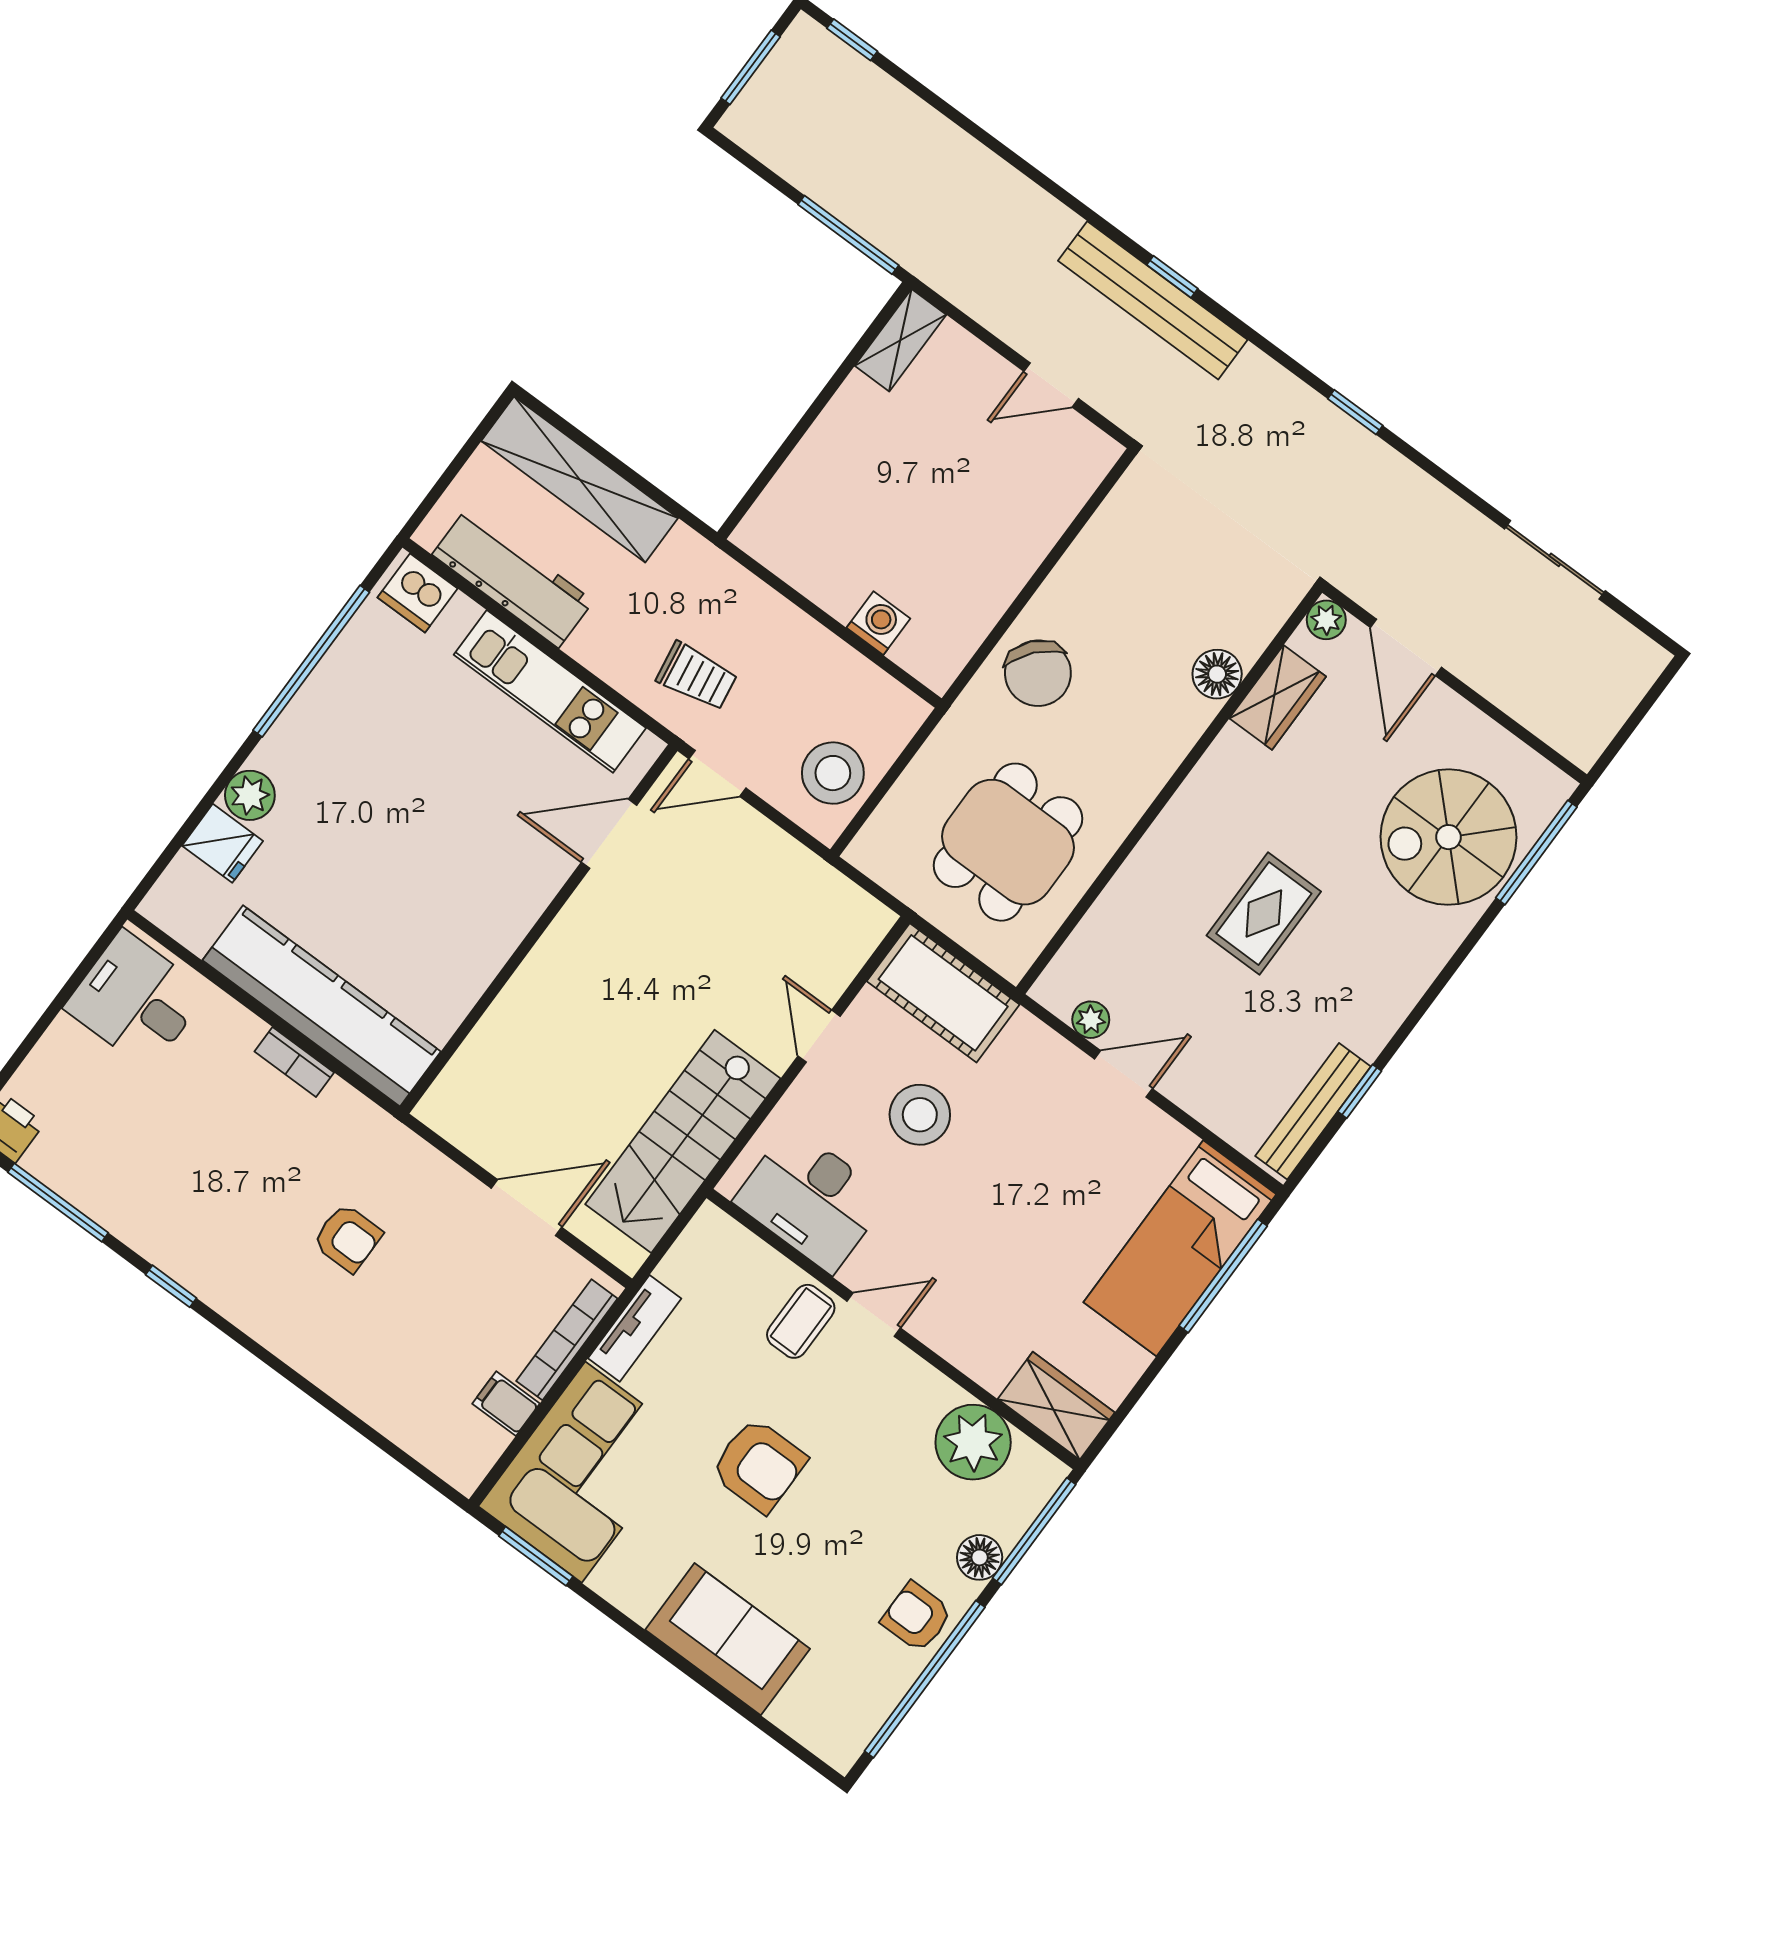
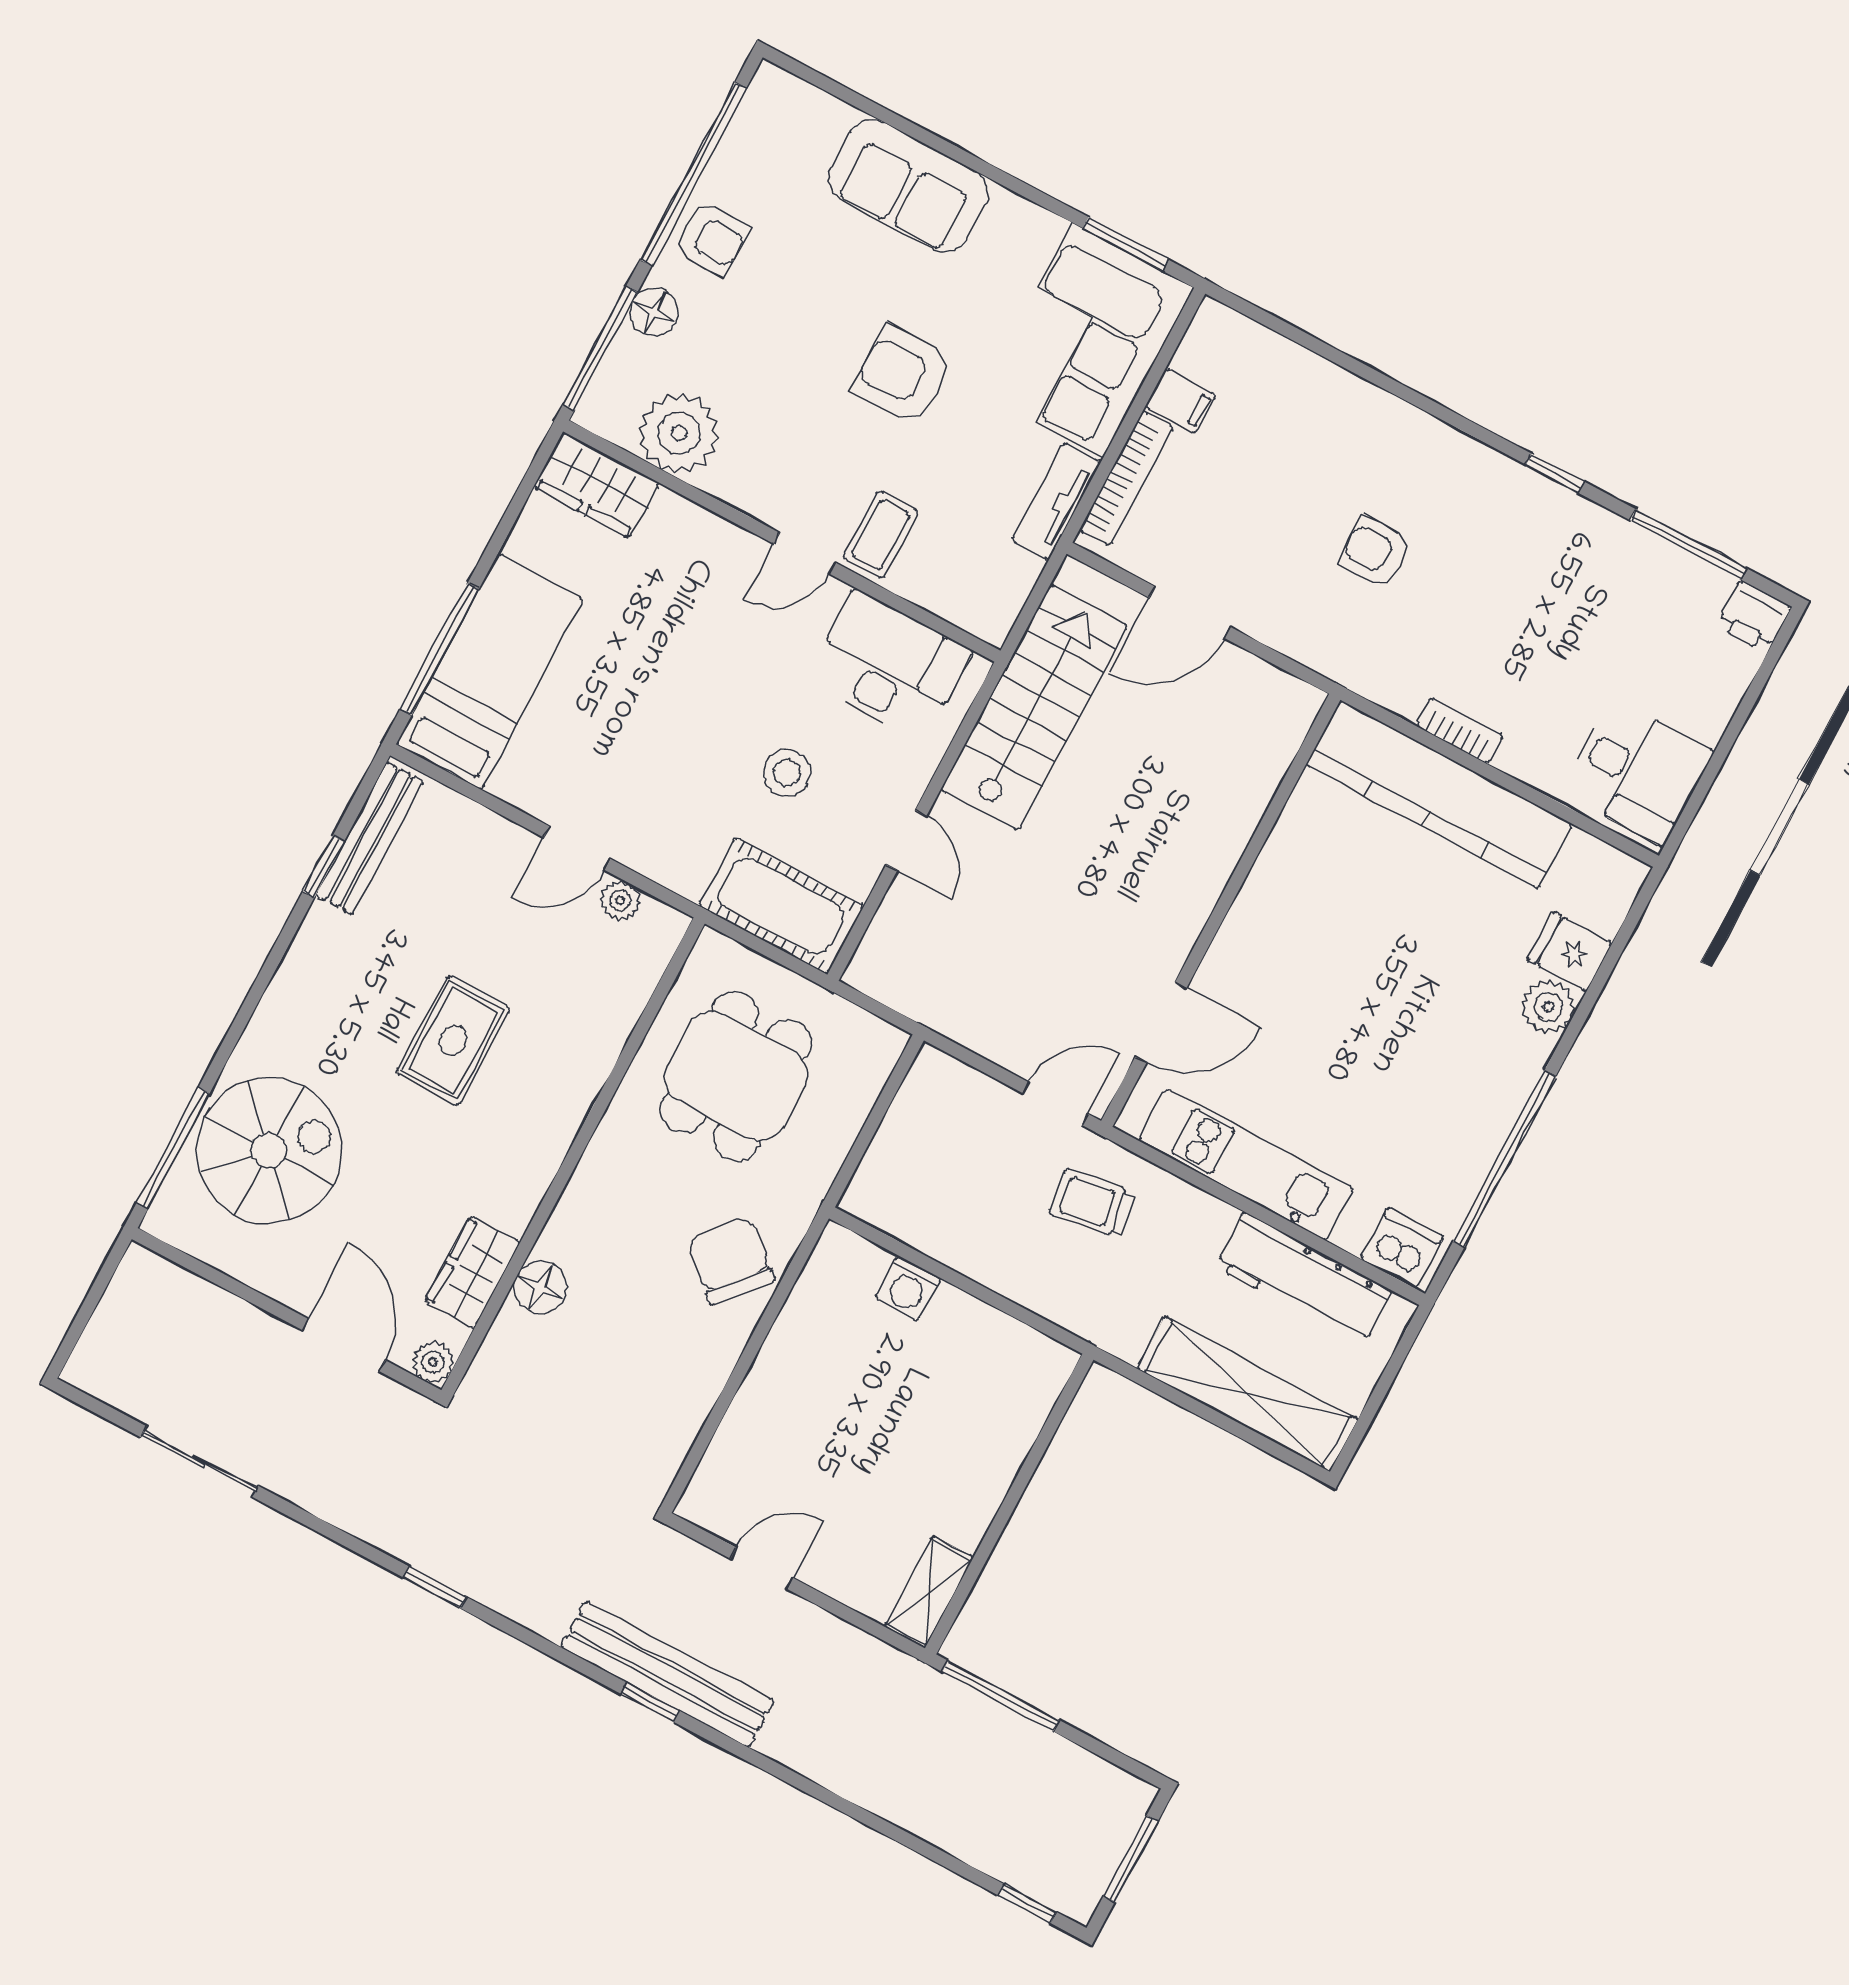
stool: (833, 773) -> (933, 1122), removed
stool: (920, 1115) -> (787, 773), width x0.73, depth x0.73

